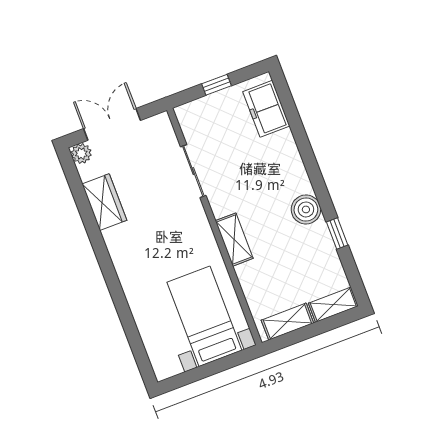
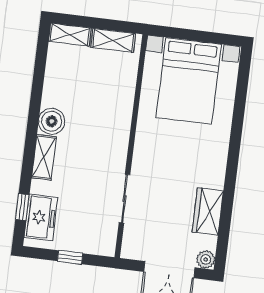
window: (337, 234) -> (22, 207), moved
shelving: (234, 240) -> (44, 157), moved
bed with nightstands: (204, 316) -> (189, 81), width x1.36

